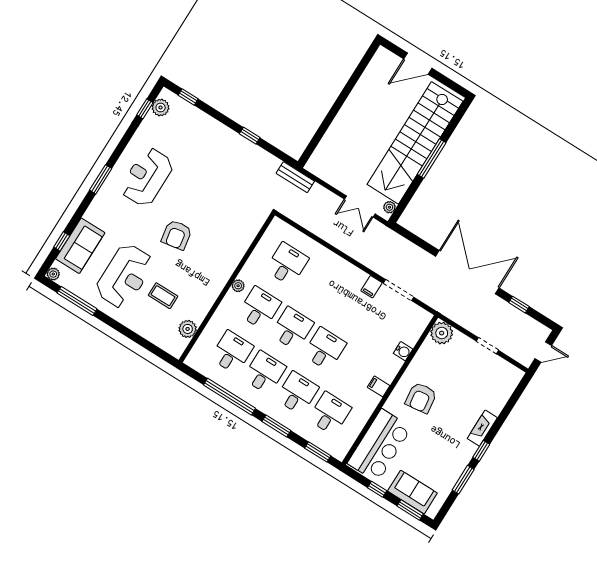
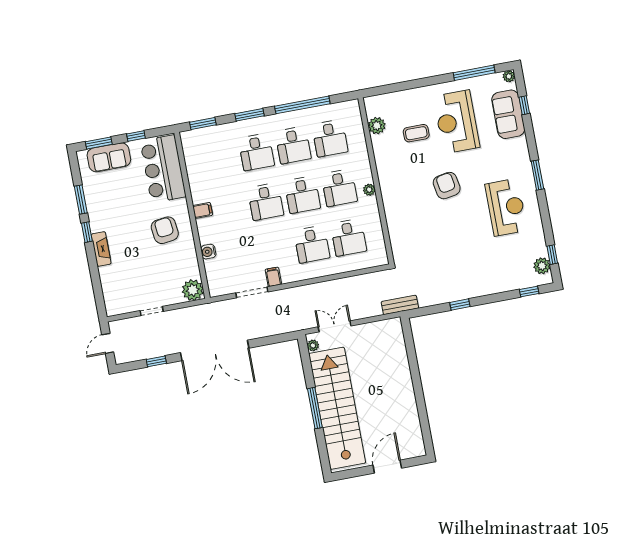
desk: (330, 414) -> (312, 244), moved

